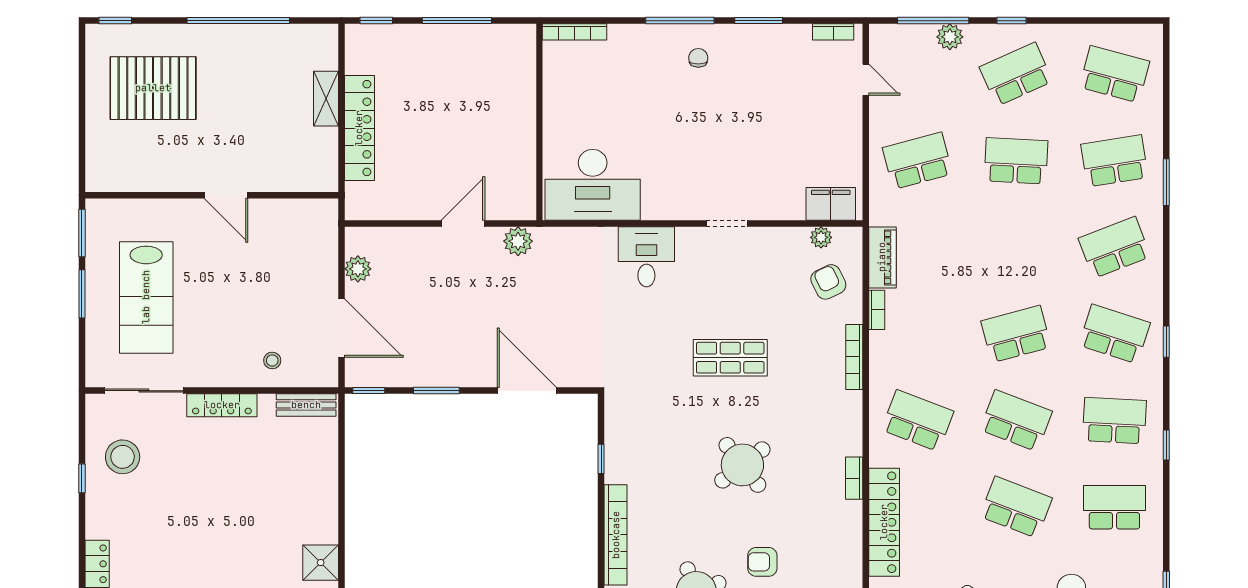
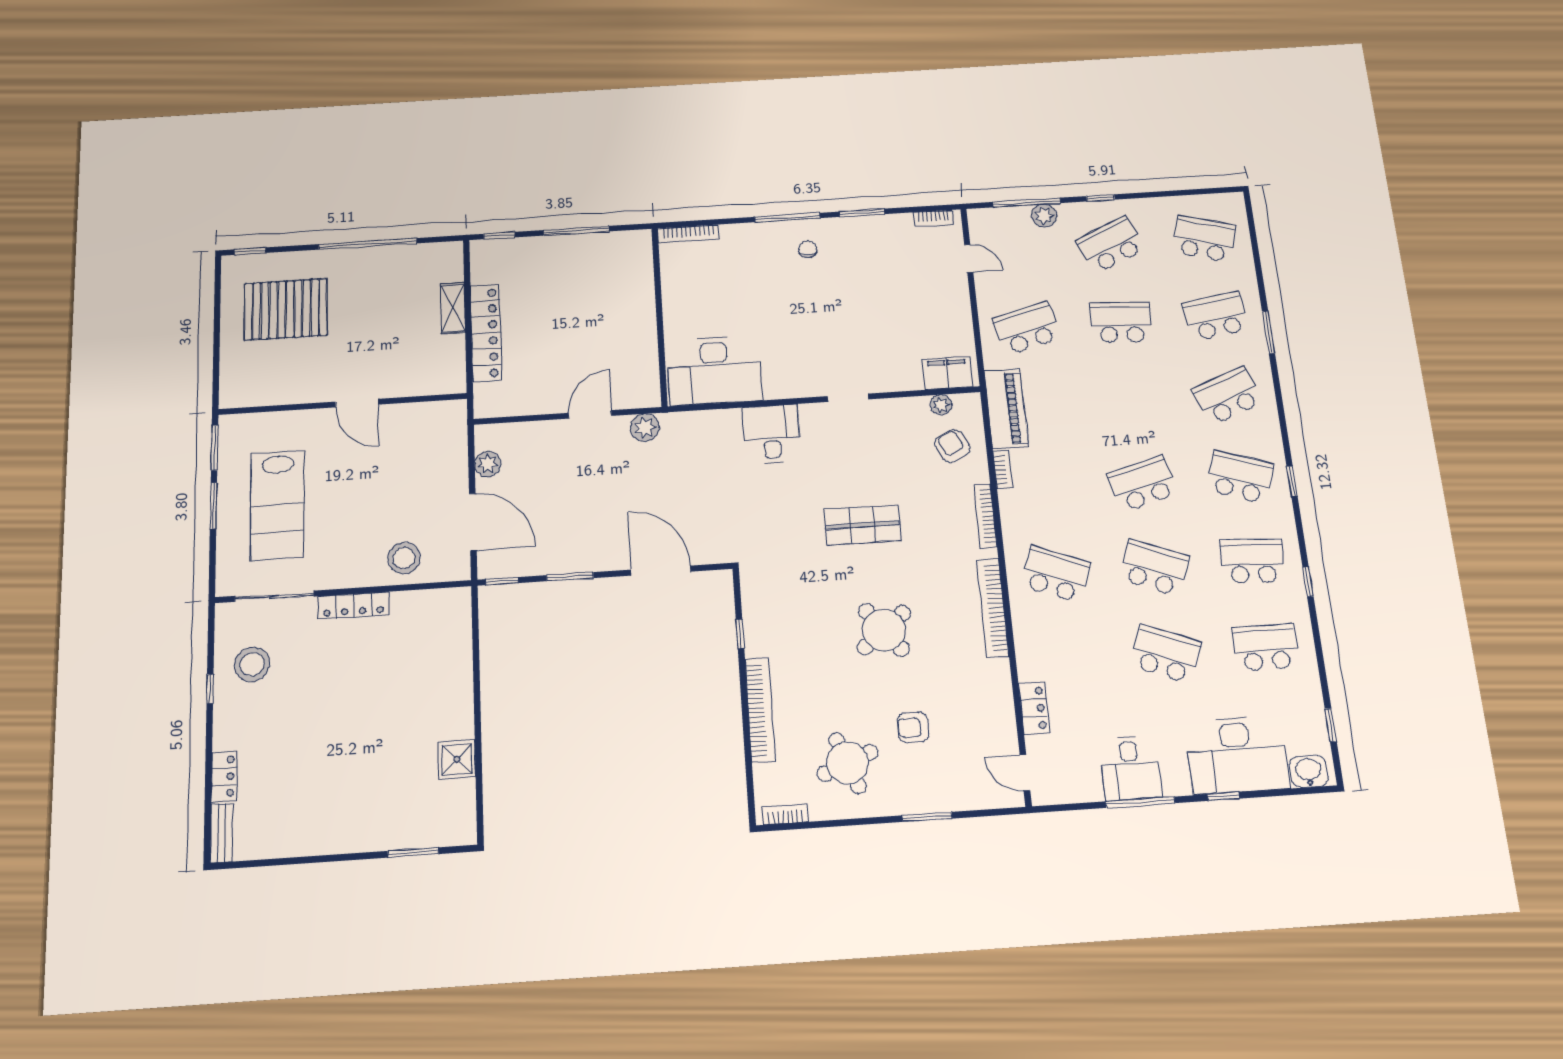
piano: (882, 257) -> (1006, 409), width x1.37, depth x1.33
stool: (272, 360) -> (404, 558), width x1.89, depth x1.89
bench: (306, 405) -> (439, 600), removed
bookcase: (854, 478) -> (993, 608), width x2.31, depth x1.31
locker: (884, 522) -> (1034, 708), width x0.46, depth x0.83

